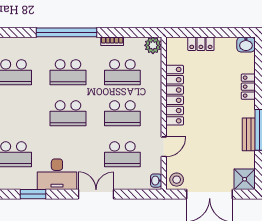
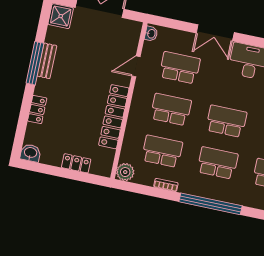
stool: (177, 180) -> (130, 30), removed

